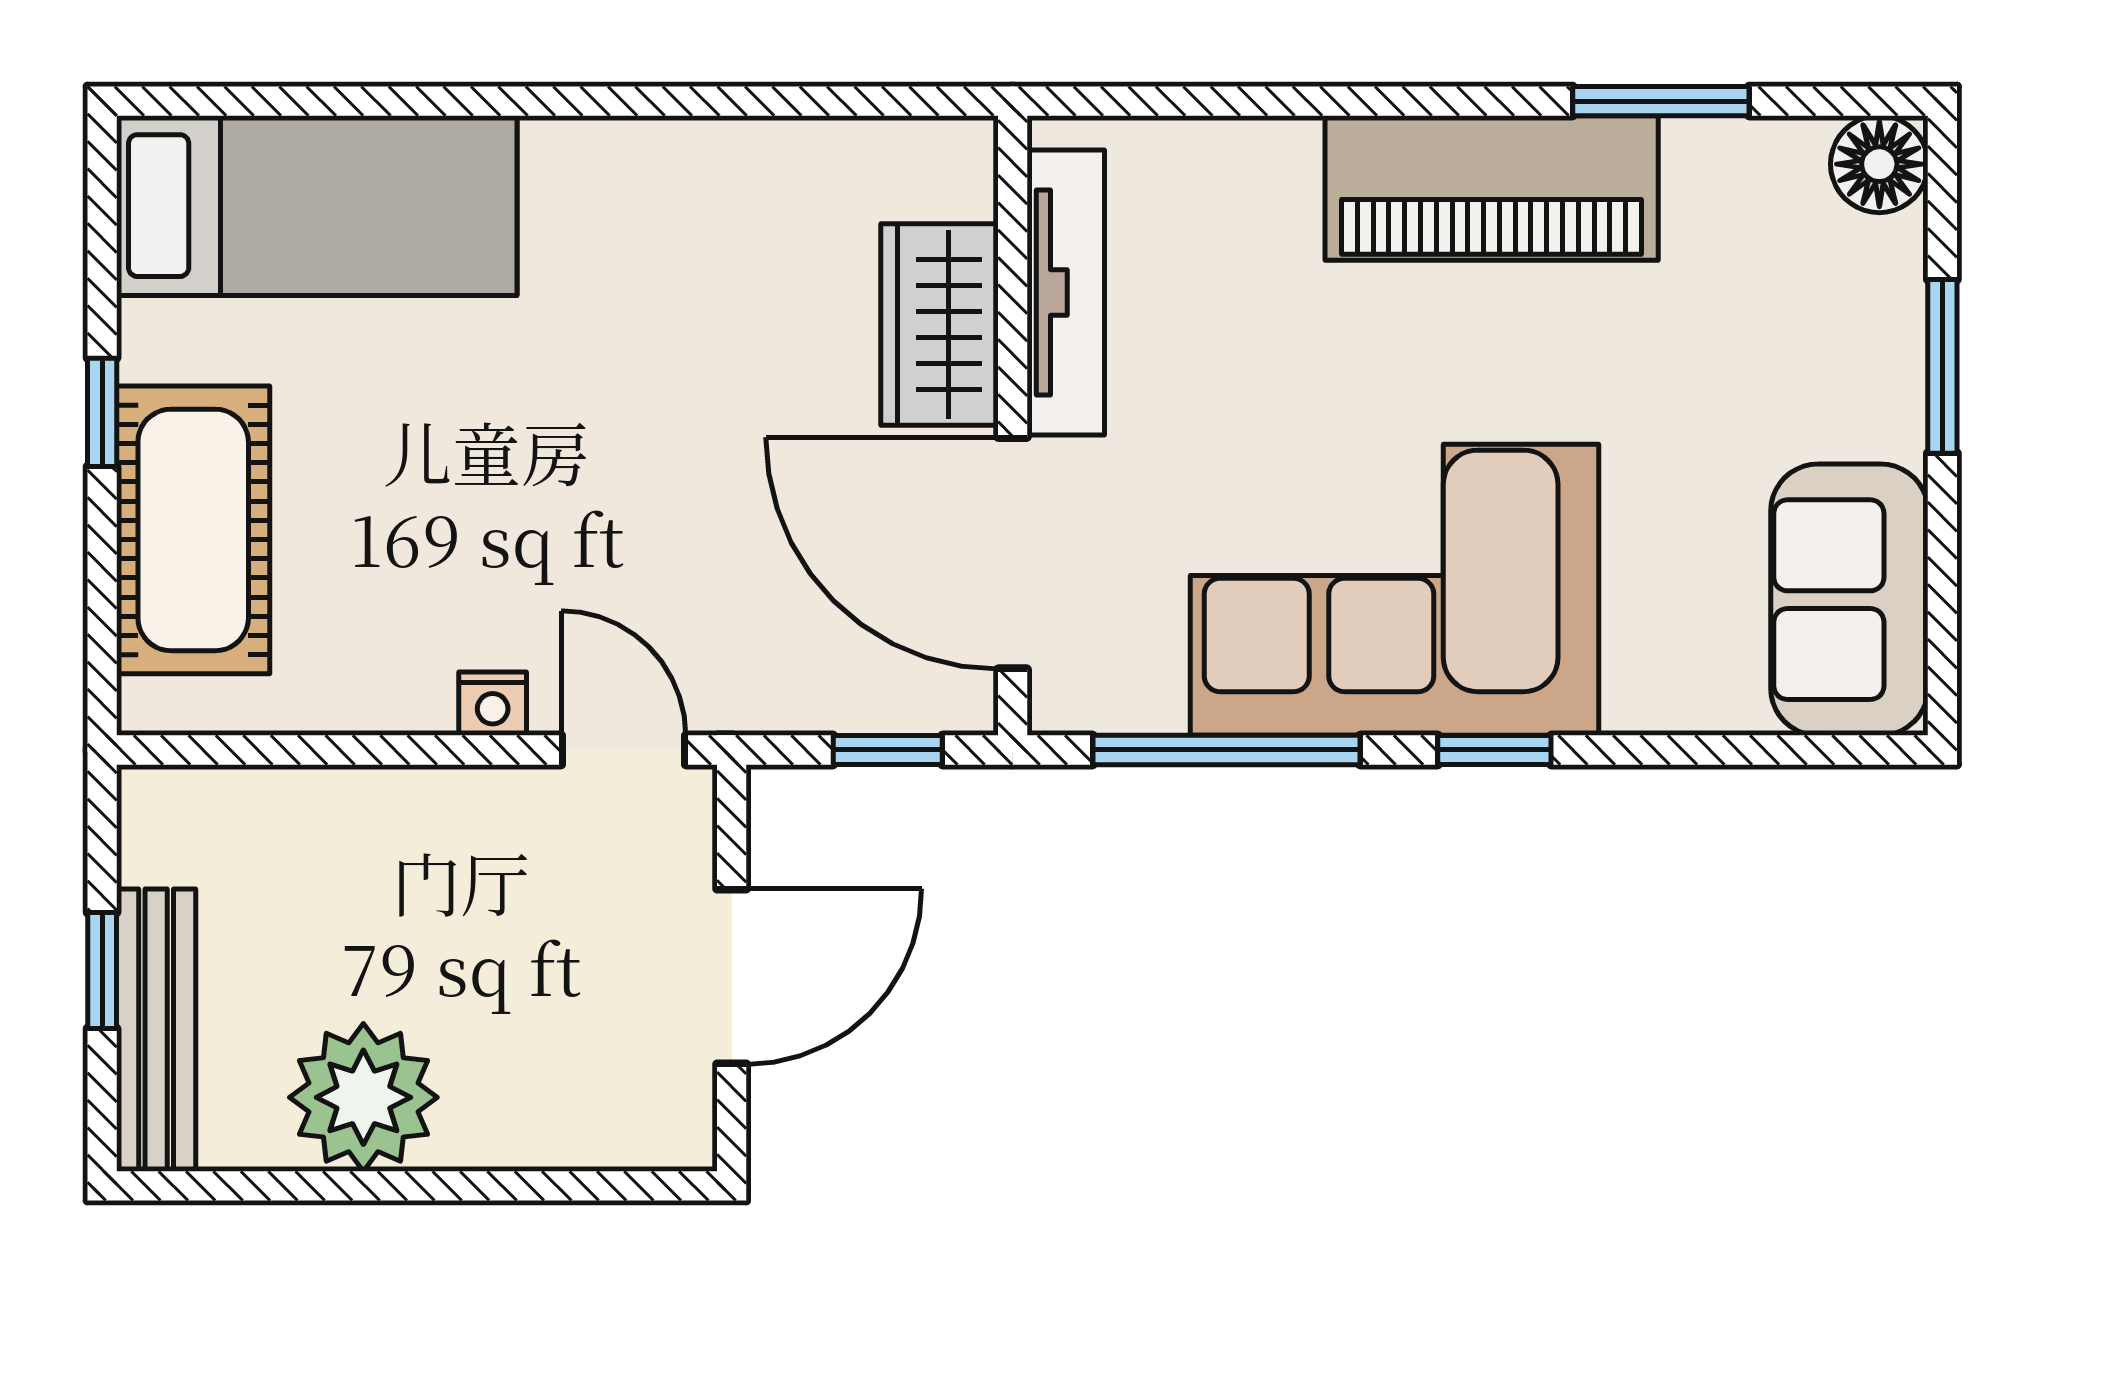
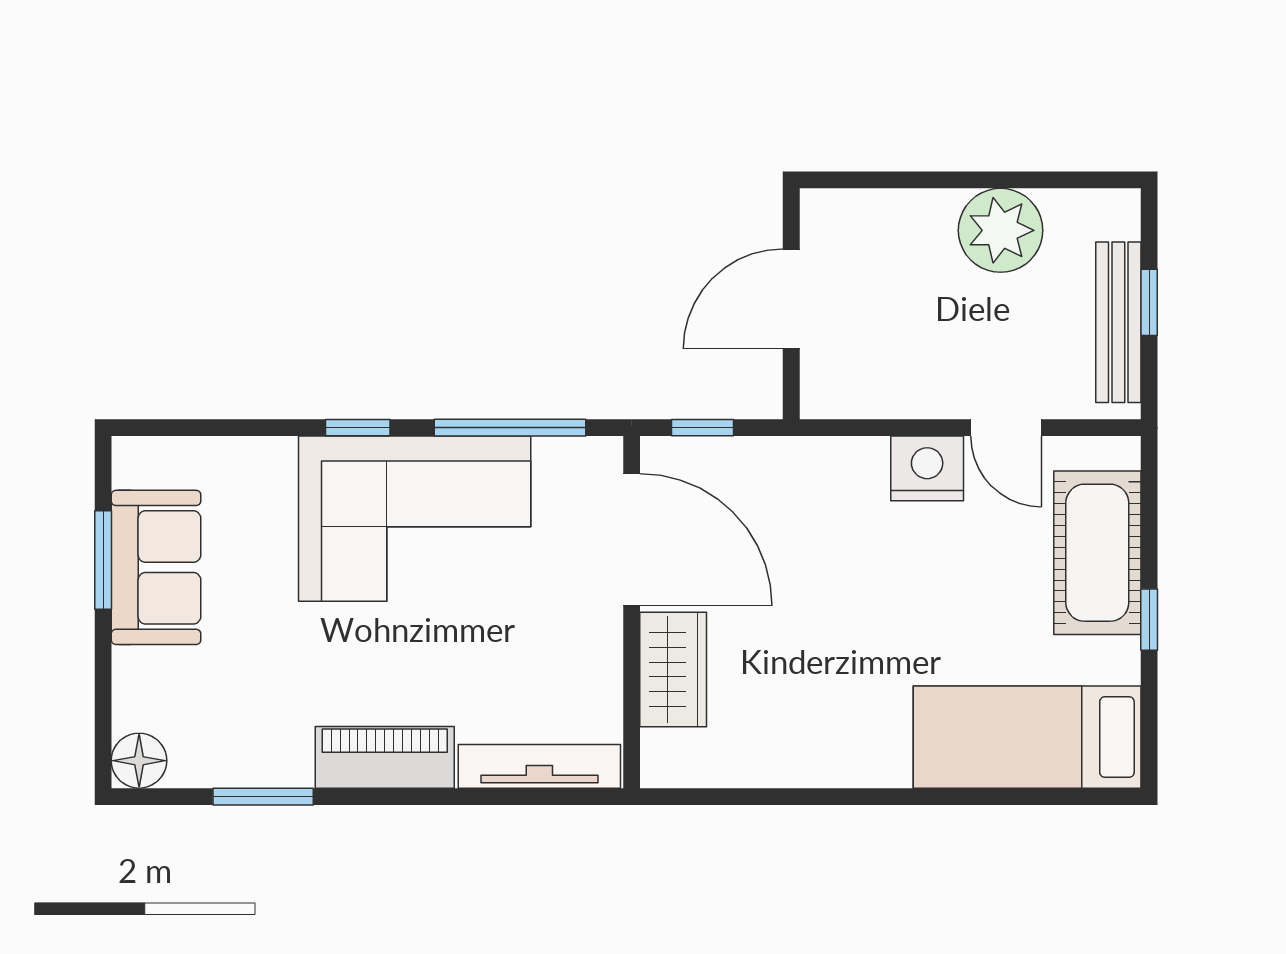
piano: (1492, 188) -> (385, 757), width x0.73, depth x0.75
tv unit: (1066, 293) -> (539, 766), moved, turned 90
window: (1942, 366) -> (103, 560), moved
sofa: (1849, 600) -> (156, 567), moved
nightstand: (493, 704) -> (927, 468), width x1.89, depth x1.79
door: (624, 750) -> (1006, 428), moved
bench: (156, 1030) -> (1118, 322), moved

